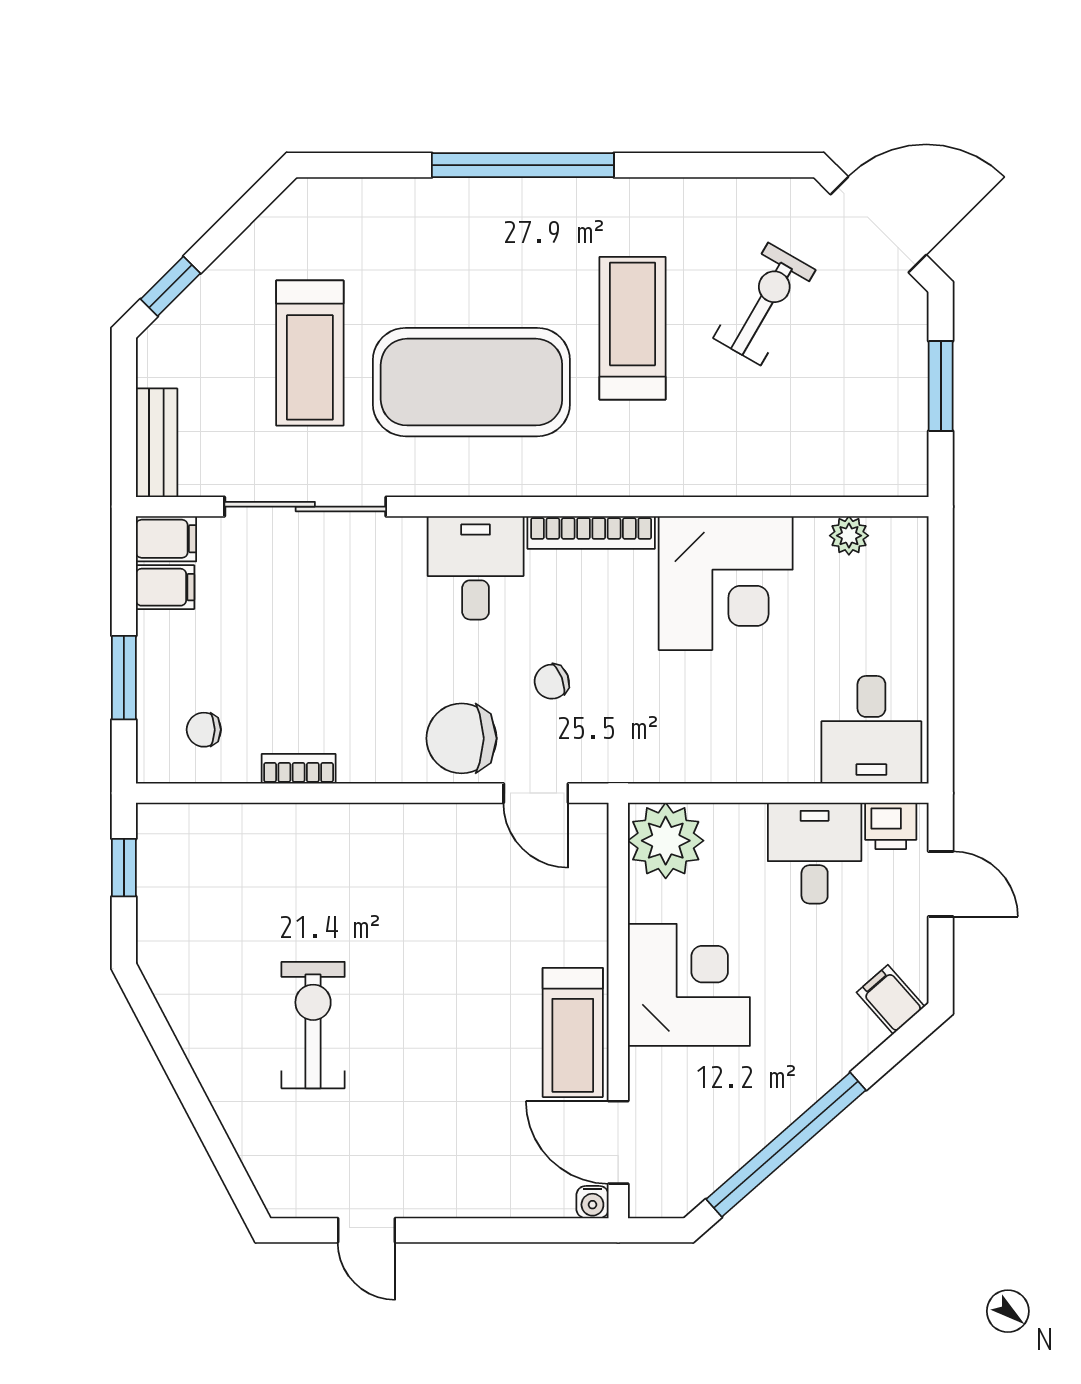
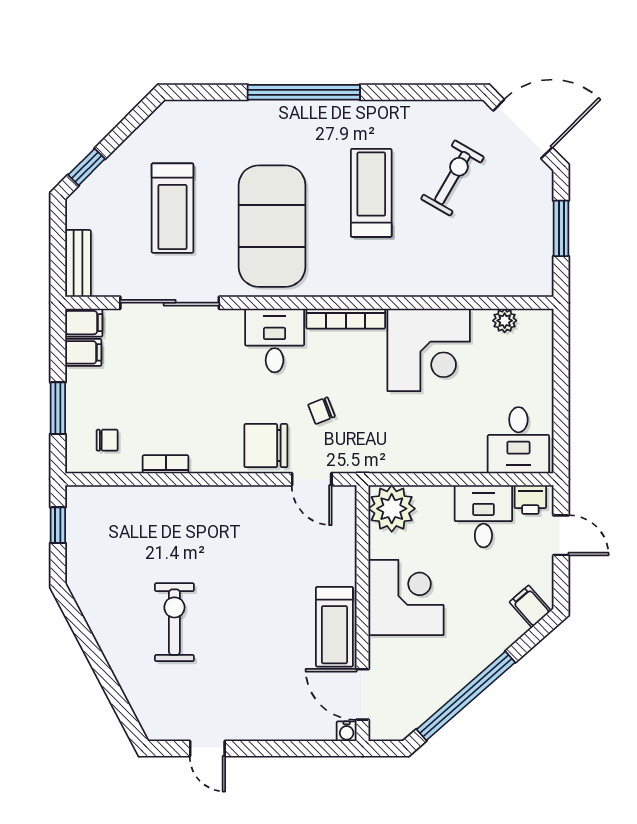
exercise mat: (471, 382) -> (272, 226), turned 90
chair: (204, 730) -> (107, 440), turned 180

